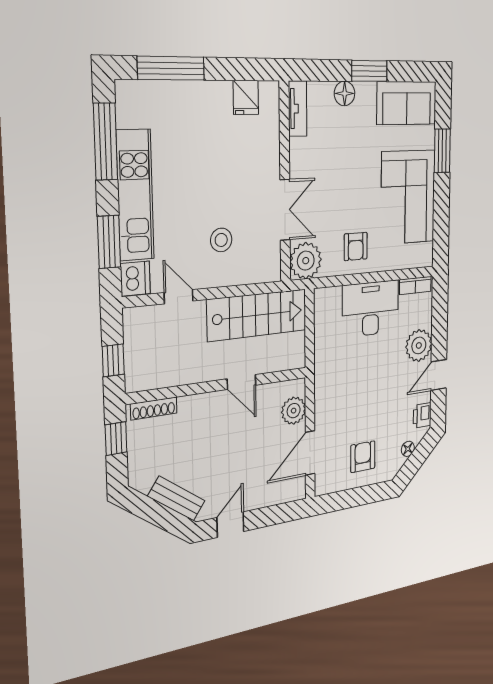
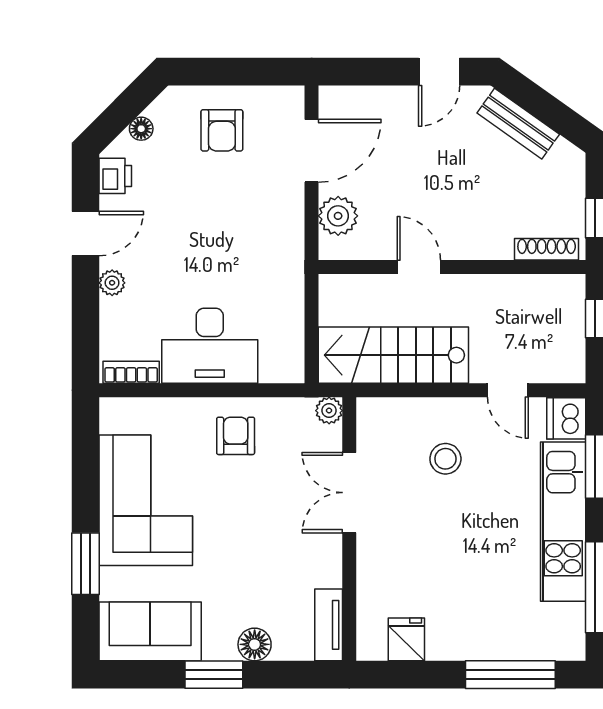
plant: (306, 261) -> (329, 411), width x0.53, depth x0.53
plant: (419, 345) -> (112, 283), width x0.53, depth x0.53

